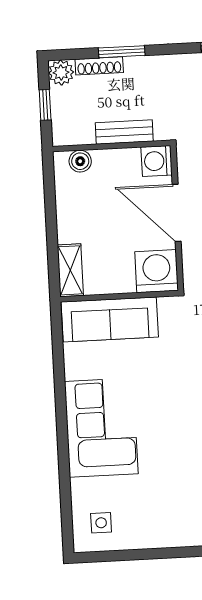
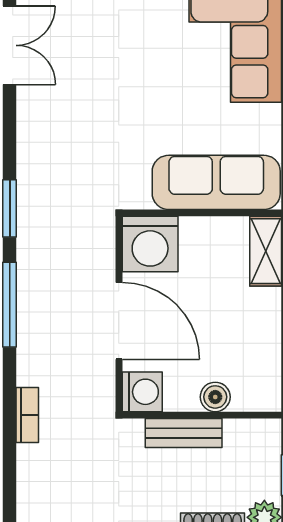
boiler: (80, 161) -> (215, 397), moved

